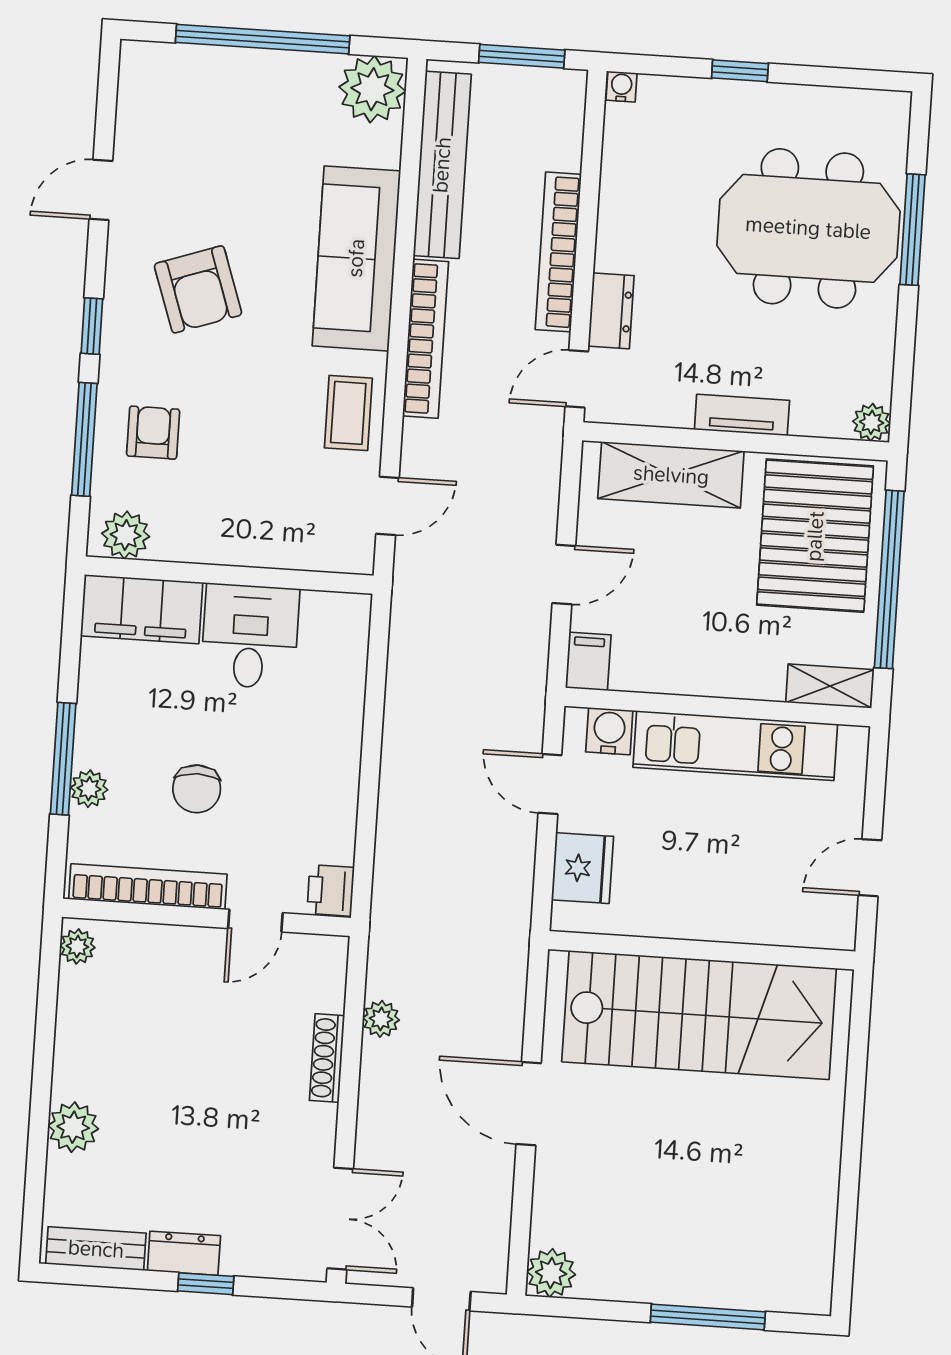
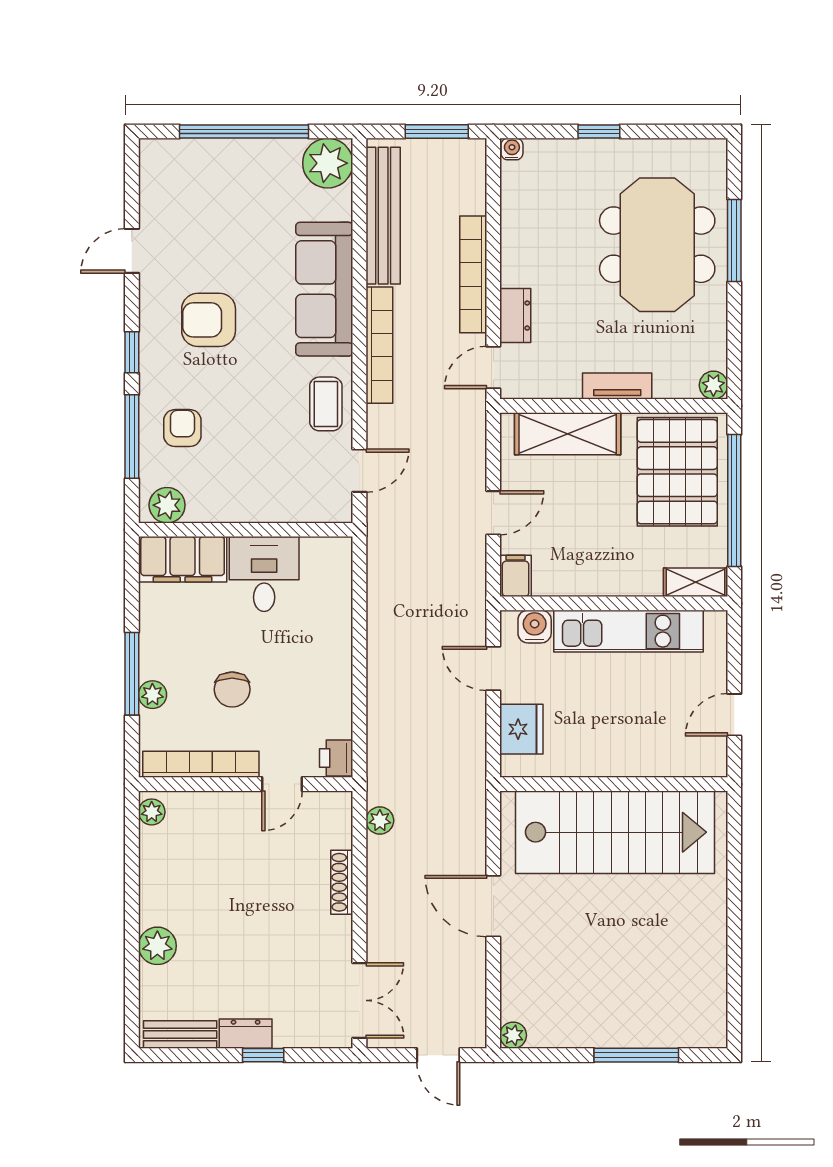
meeting table: (808, 228) -> (657, 245), turned 90
armchair: (198, 289) -> (209, 320), turned 109
plant: (381, 1019) -> (380, 821), moved
plant: (551, 1273) -> (513, 1035), width x0.73, depth x0.73

